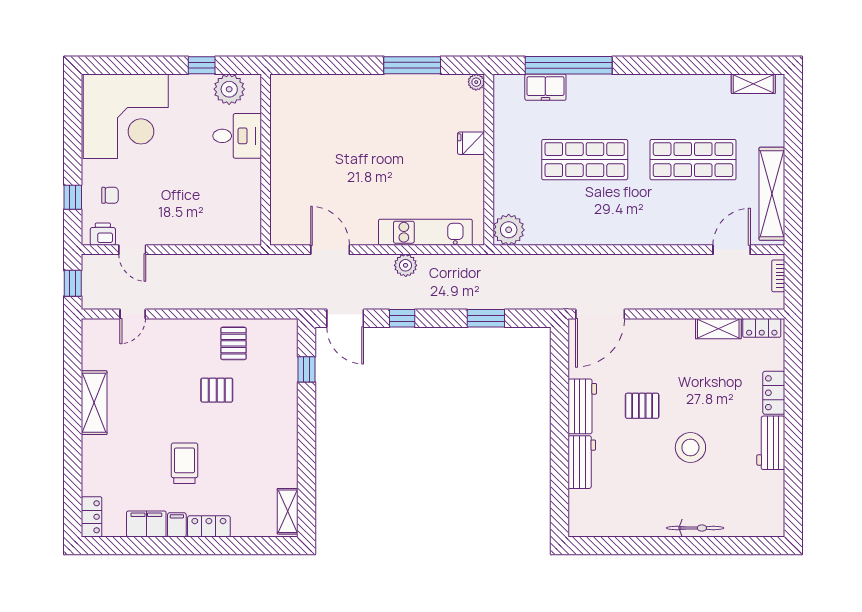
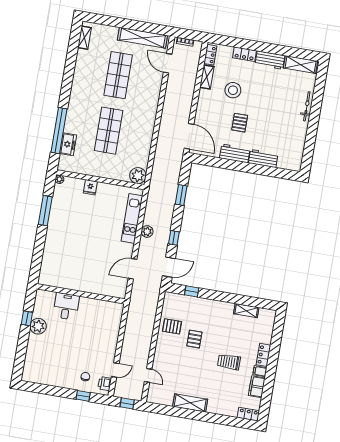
plant: (229, 89) -> (38, 326), moved
corner desk: (126, 116) -> (46, 362), removed
stool: (690, 448) -> (233, 90), moved
shelving: (772, 502) -> (301, 65), added
shelving: (288, 511) -> (246, 311), moved

